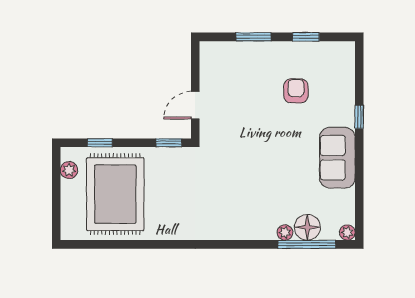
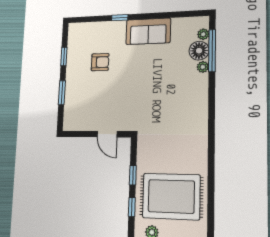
armchair: (296, 91) -> (100, 62), turned 180
window: (169, 143) -> (133, 175), moved
plant: (347, 233) -> (203, 34), moved

